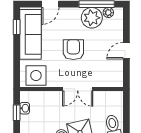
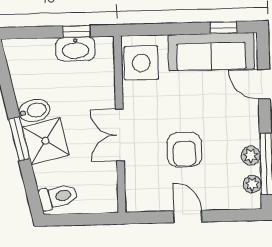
plant: (92, 18) -> (251, 156), width x0.53, depth x0.53
armchair: (73, 50) -> (184, 150), moved, turned 90
washbasin: (25, 108) -> (75, 49), width x1.91, depth x1.45

